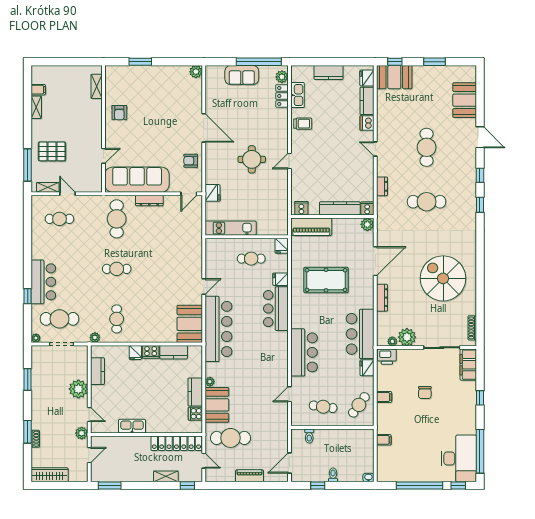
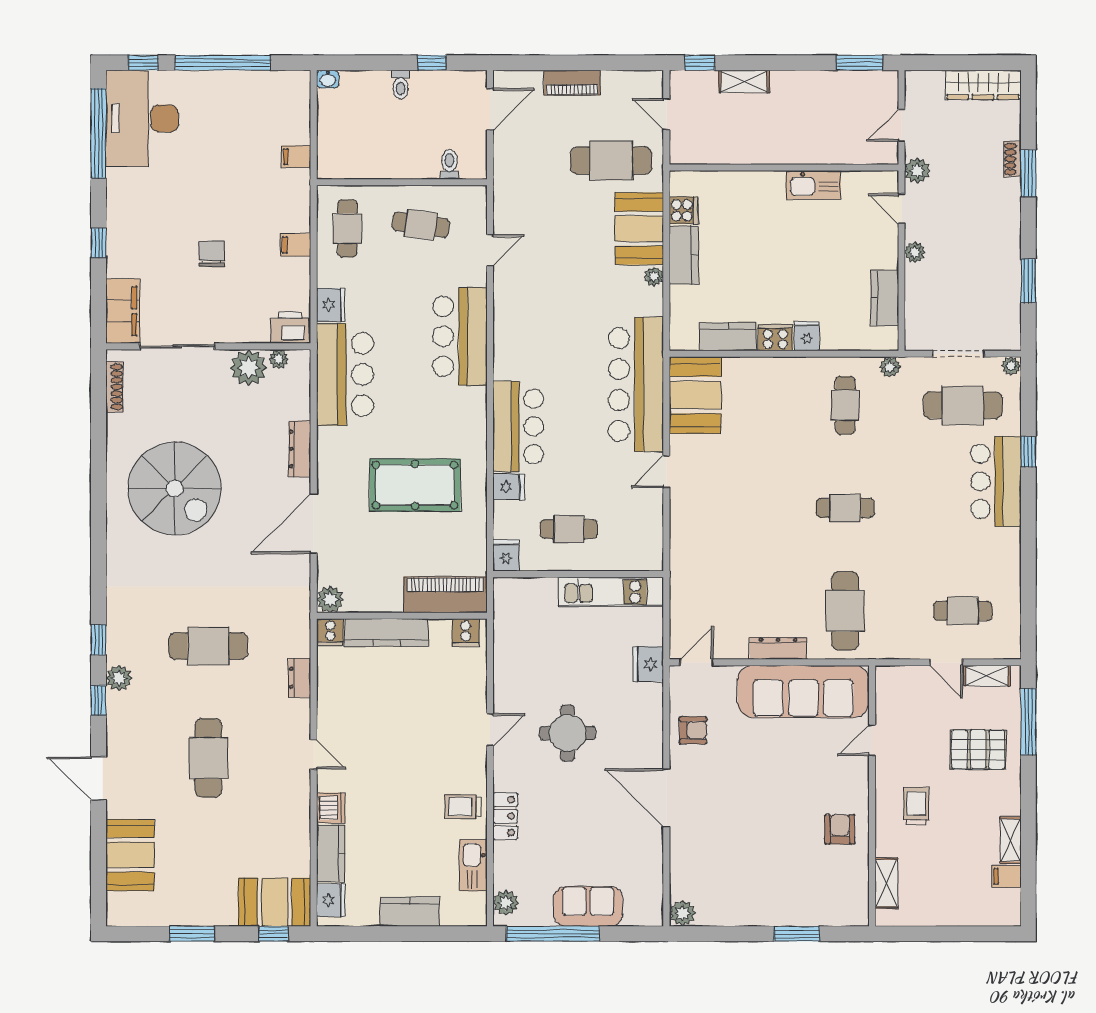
locker: (282, 96) -> (505, 816), moved
trolley: (82, 124) -> (916, 806), added
plant: (470, 186) -> (119, 678), added
plant: (78, 389) -> (915, 252), width x0.53, depth x0.53
cafe table: (359, 405) -> (347, 229), turned -36
locker: (176, 443) -> (722, 150), removed

